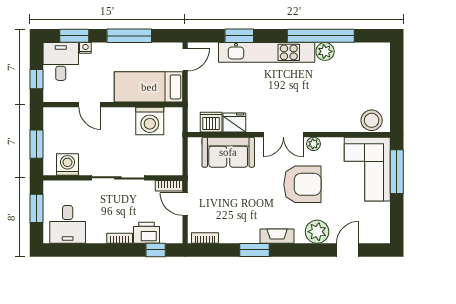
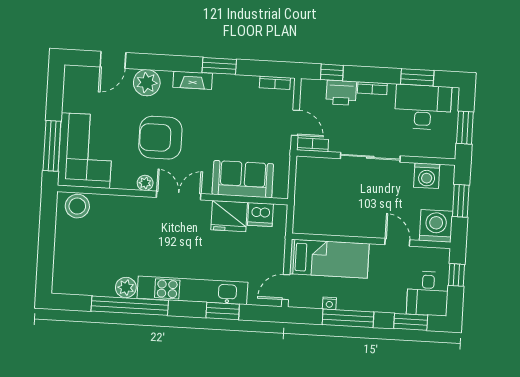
nightstand: (85, 48) -> (329, 303), moved
washing machine: (150, 121) -> (436, 226), moved
fridge: (234, 122) -> (229, 216), width x1.36, depth x1.34
desk: (68, 224) -> (423, 107), width x1.37
window: (81, 250) -> (417, 77), added

